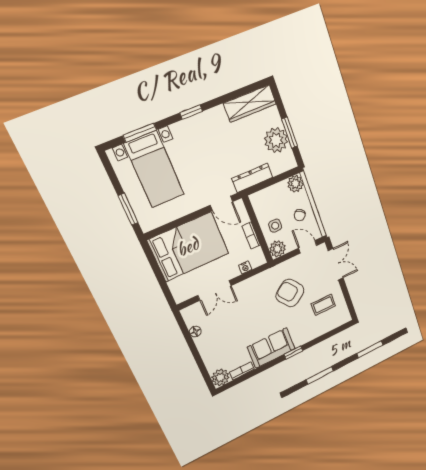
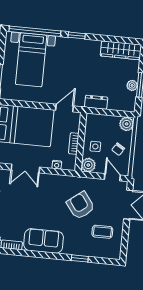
window: (140, 133) -> (35, 31), width x2.11
plant: (276, 140) -> (132, 85), width x0.53, depth x0.53
dresser: (252, 178) -> (96, 102), width x0.70
door: (222, 203) -> (64, 108), swing flipped
window: (293, 353) -> (80, 258), moved

